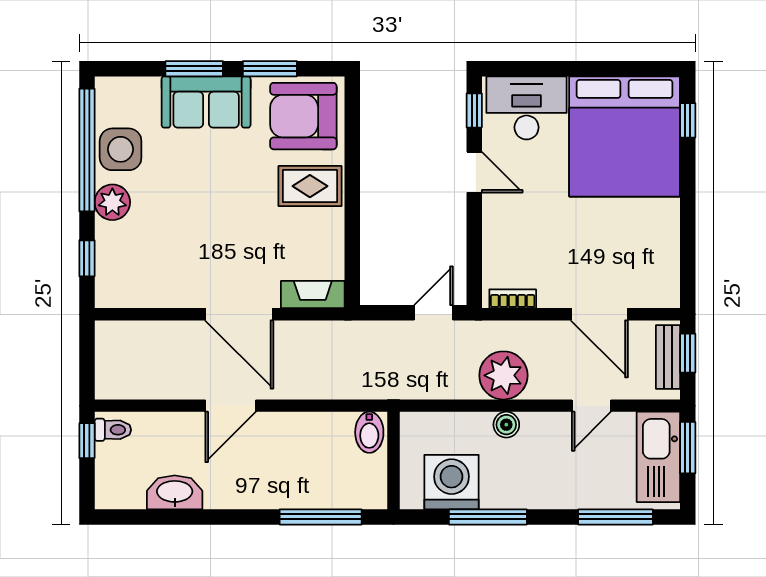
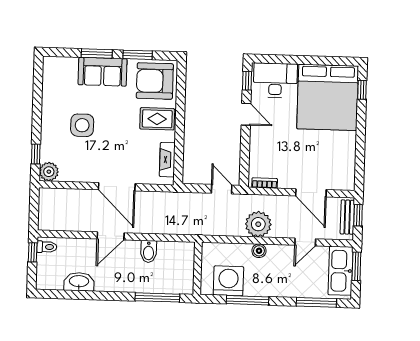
side table: (121, 149) -> (82, 125), moved
window: (87, 150) -> (38, 96), removed
plant: (112, 202) -> (49, 172), moved
fireplace: (313, 294) -> (167, 160), moved, turned -90
door: (433, 313) -> (222, 189), hinge flipped
bidet: (369, 432) -> (149, 251), moved

